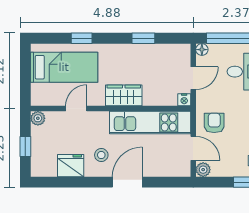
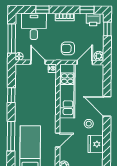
window: (82, 38) -> (11, 136), width x2.17
wardrobe: (124, 95) -> (49, 108), removed
door: (76, 108) -> (58, 140), swing flipped

